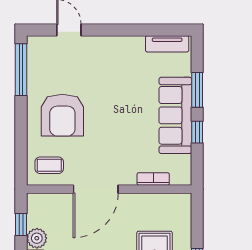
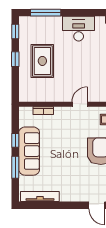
tv unit: (167, 44) -> (40, 197), width x1.41
door: (96, 189) -> (80, 104), width x0.53

